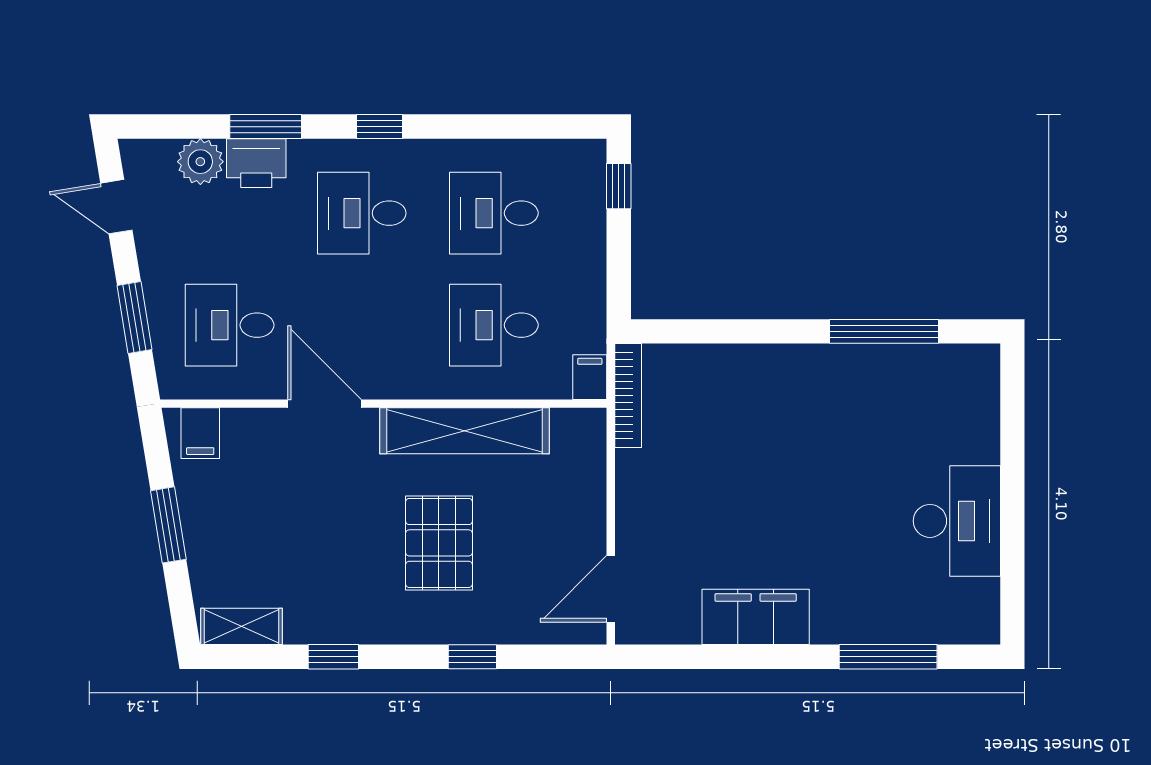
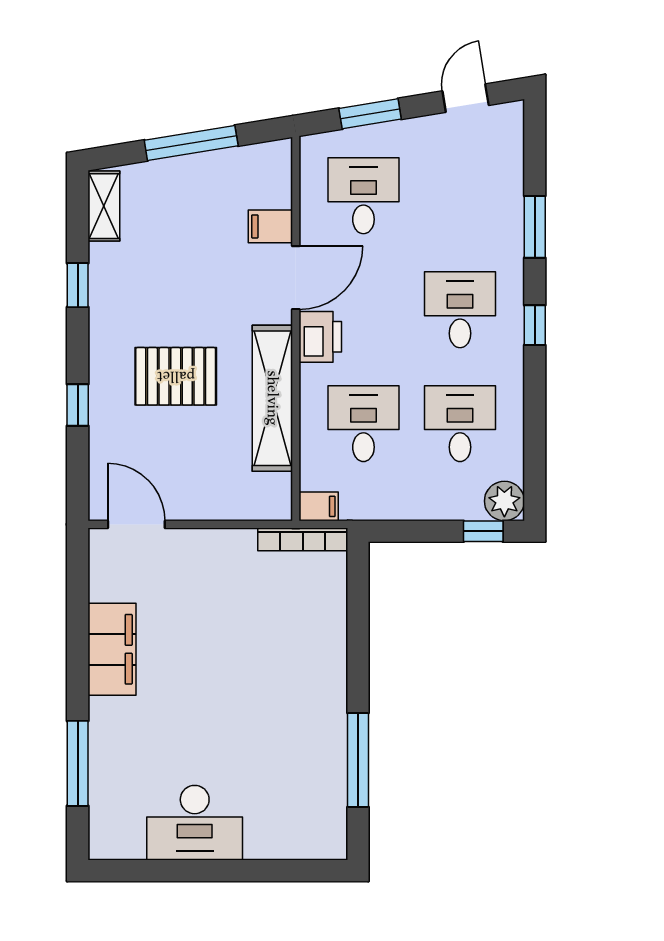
plant: (200, 162) -> (504, 501), moved
printer: (256, 163) -> (320, 337), moved, turned 180
filing cabinet: (200, 433) -> (270, 226), moved
window: (168, 525) -> (191, 143), width x1.44

